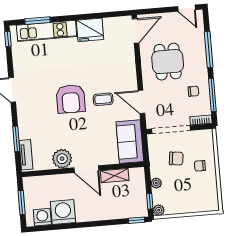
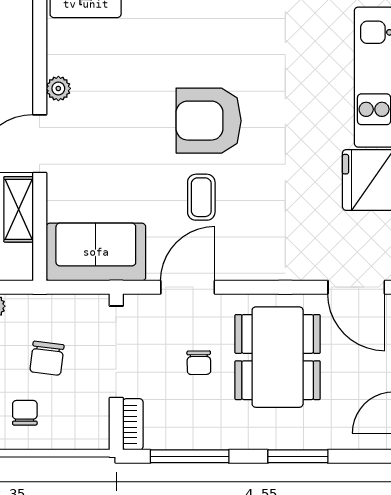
window: (209, 50) -> (298, 456), width x0.69
dining table: (168, 62) -> (278, 357), width x1.38
chair: (193, 91) -> (199, 363), moved
plant: (62, 159) -> (58, 88), width x0.53, depth x0.53

